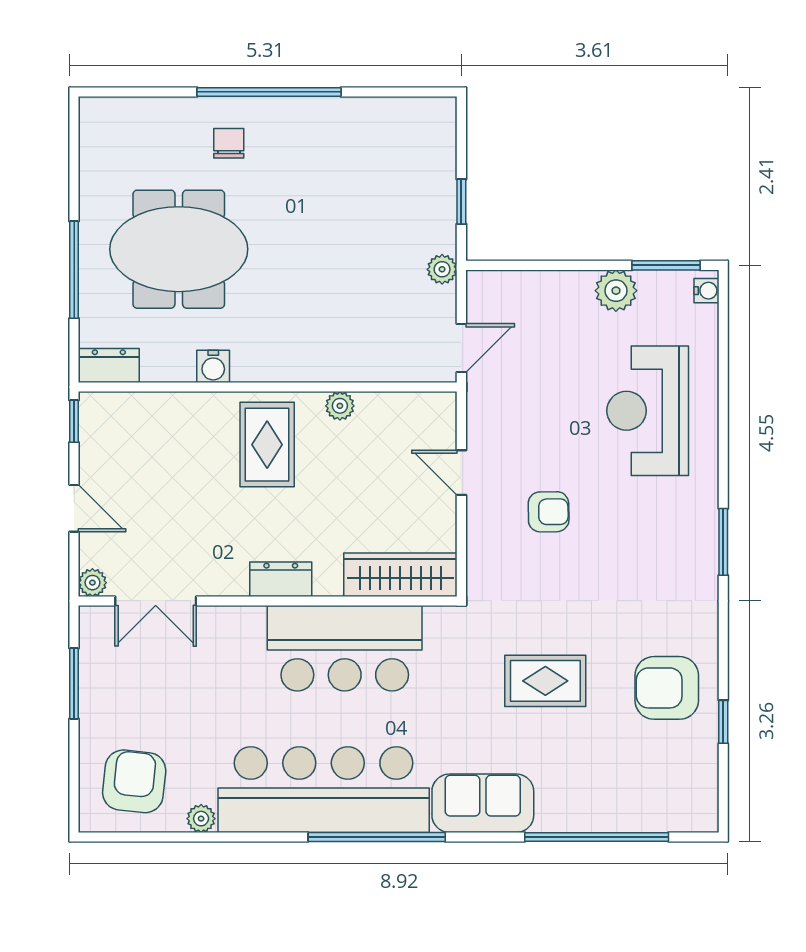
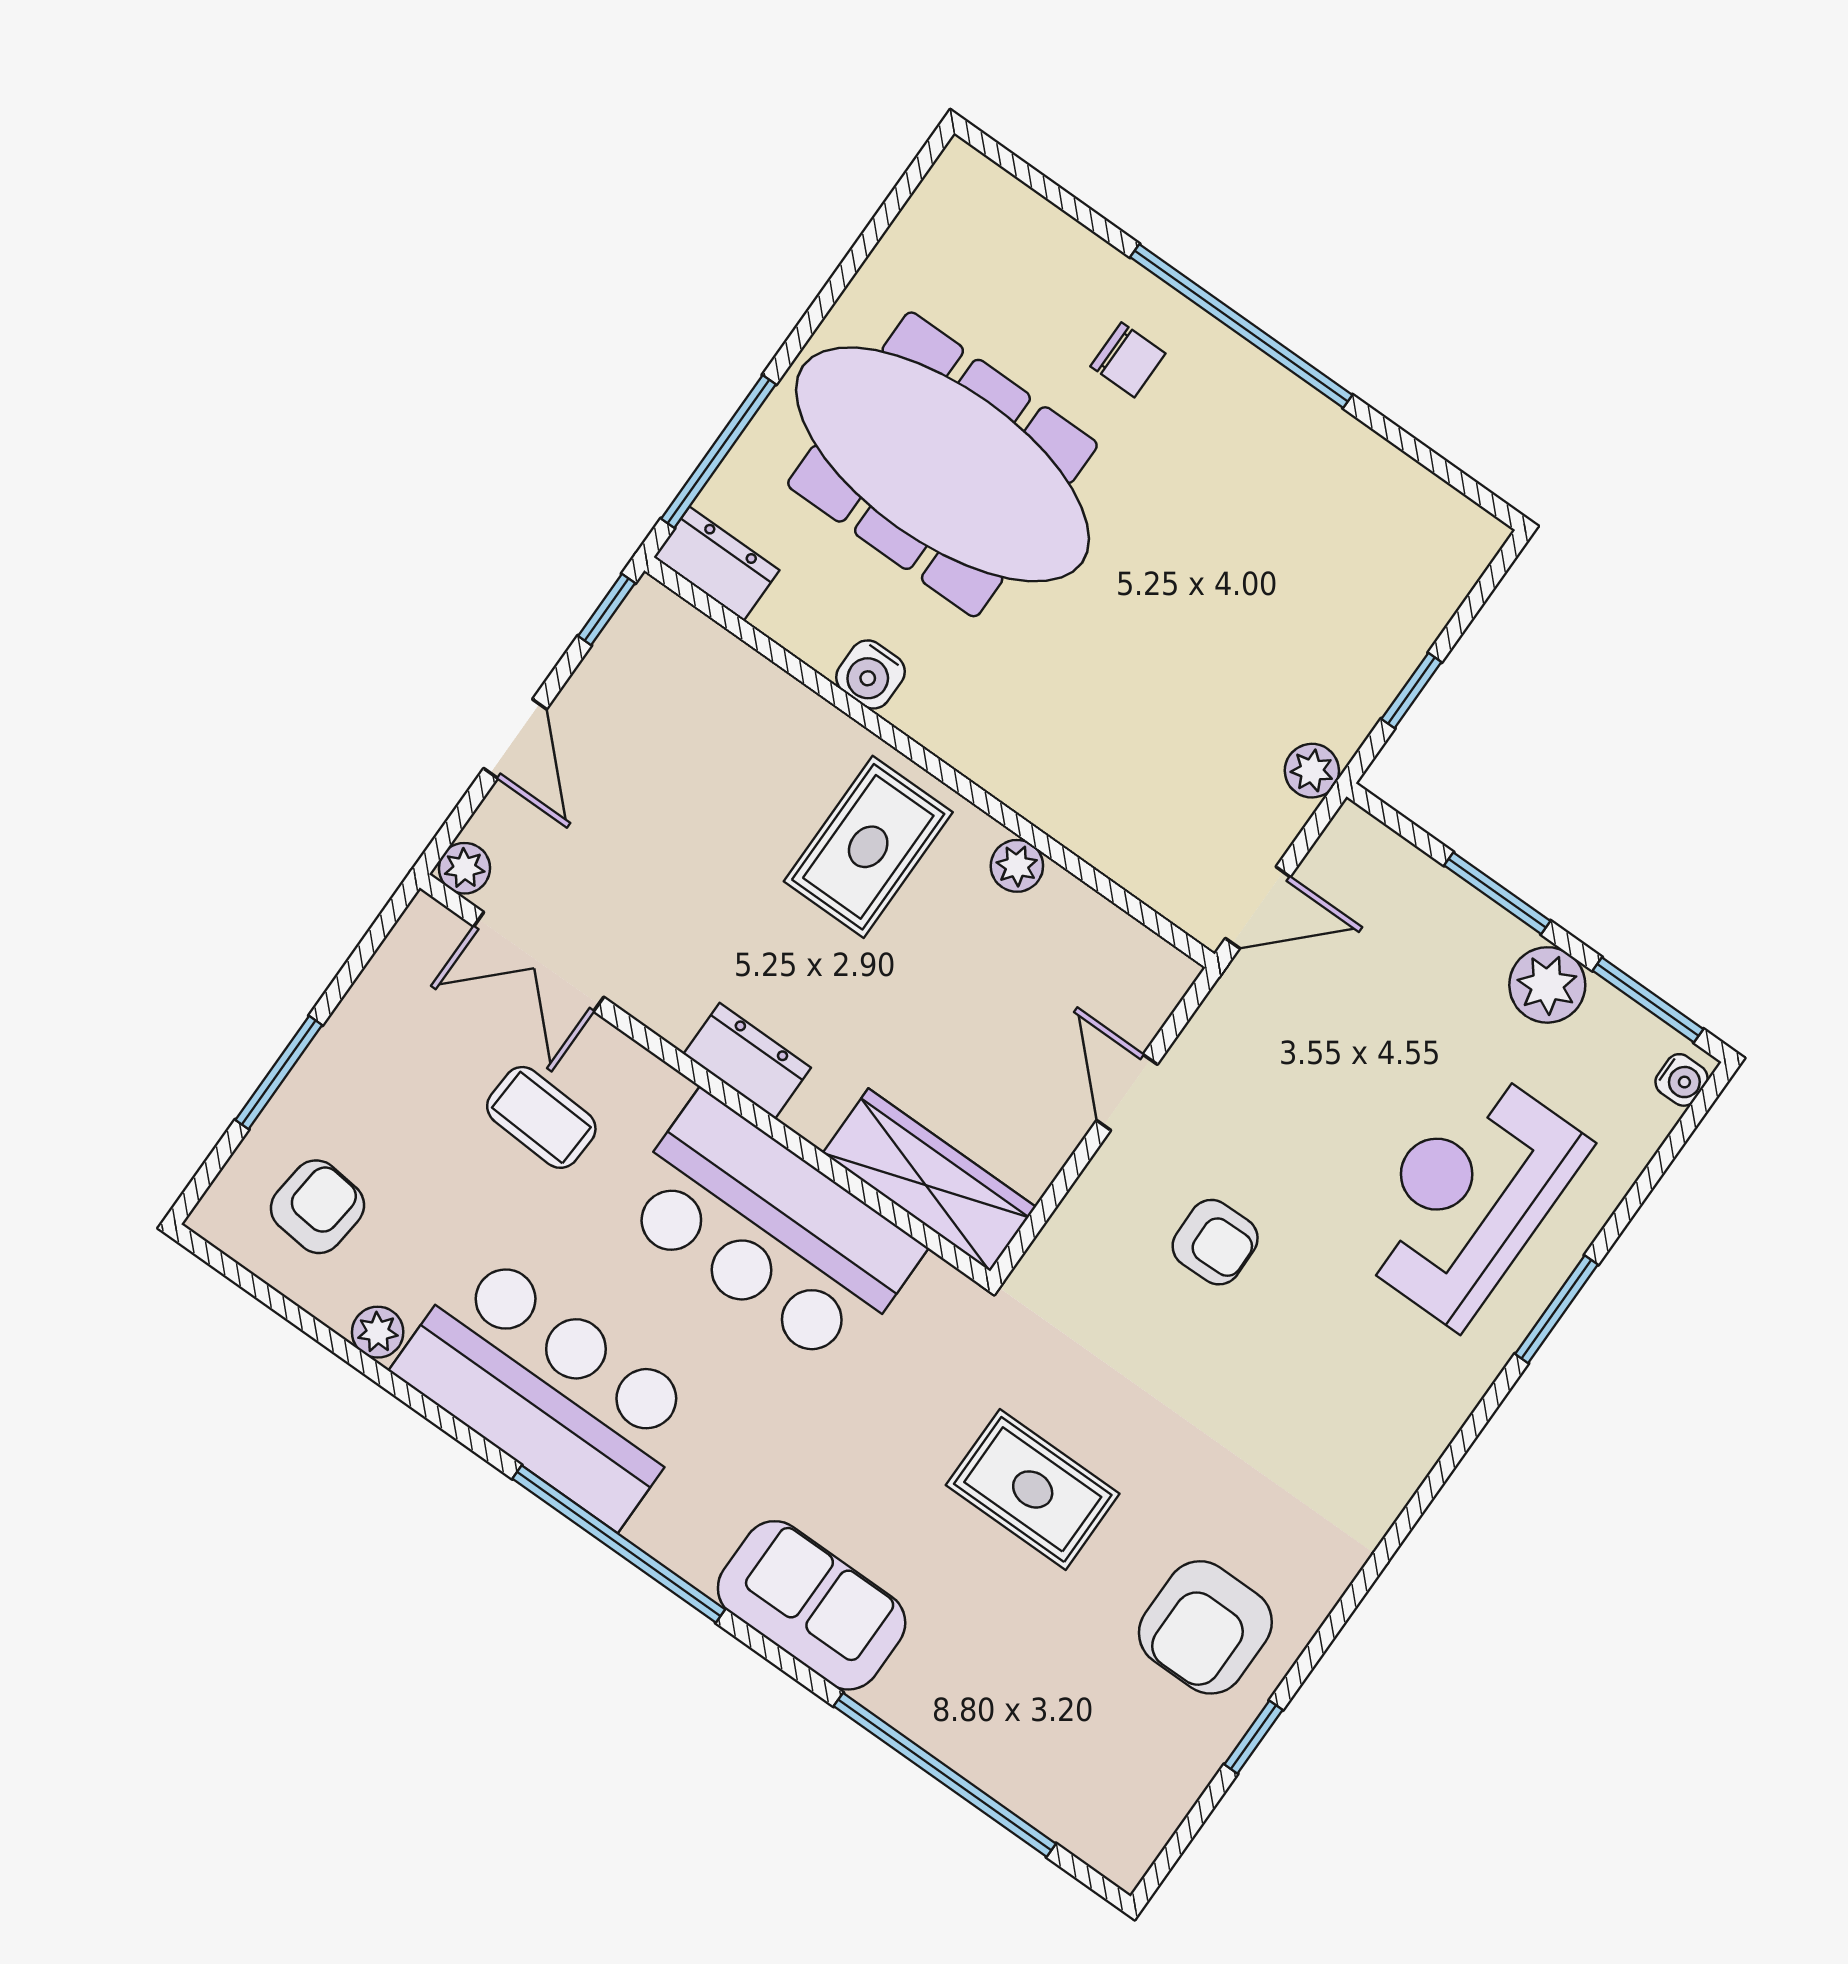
chair: (229, 143) -> (1128, 360), turned 90
meeting table: (179, 249) -> (942, 464), width x1.36
window: (564, 265) -> (1497, 893), added
window: (74, 270) -> (718, 451), moved
window: (723, 542) -> (1556, 1309), moved
coffee table: (206, 670) -> (541, 1117), added
window: (74, 684) -> (279, 1072), moved
armchair: (667, 688) -> (1205, 1627), turned -90
armchair: (134, 781) -> (317, 1207), width x0.72, depth x0.72
bar counter: (324, 790) -> (548, 1388), width x0.73

